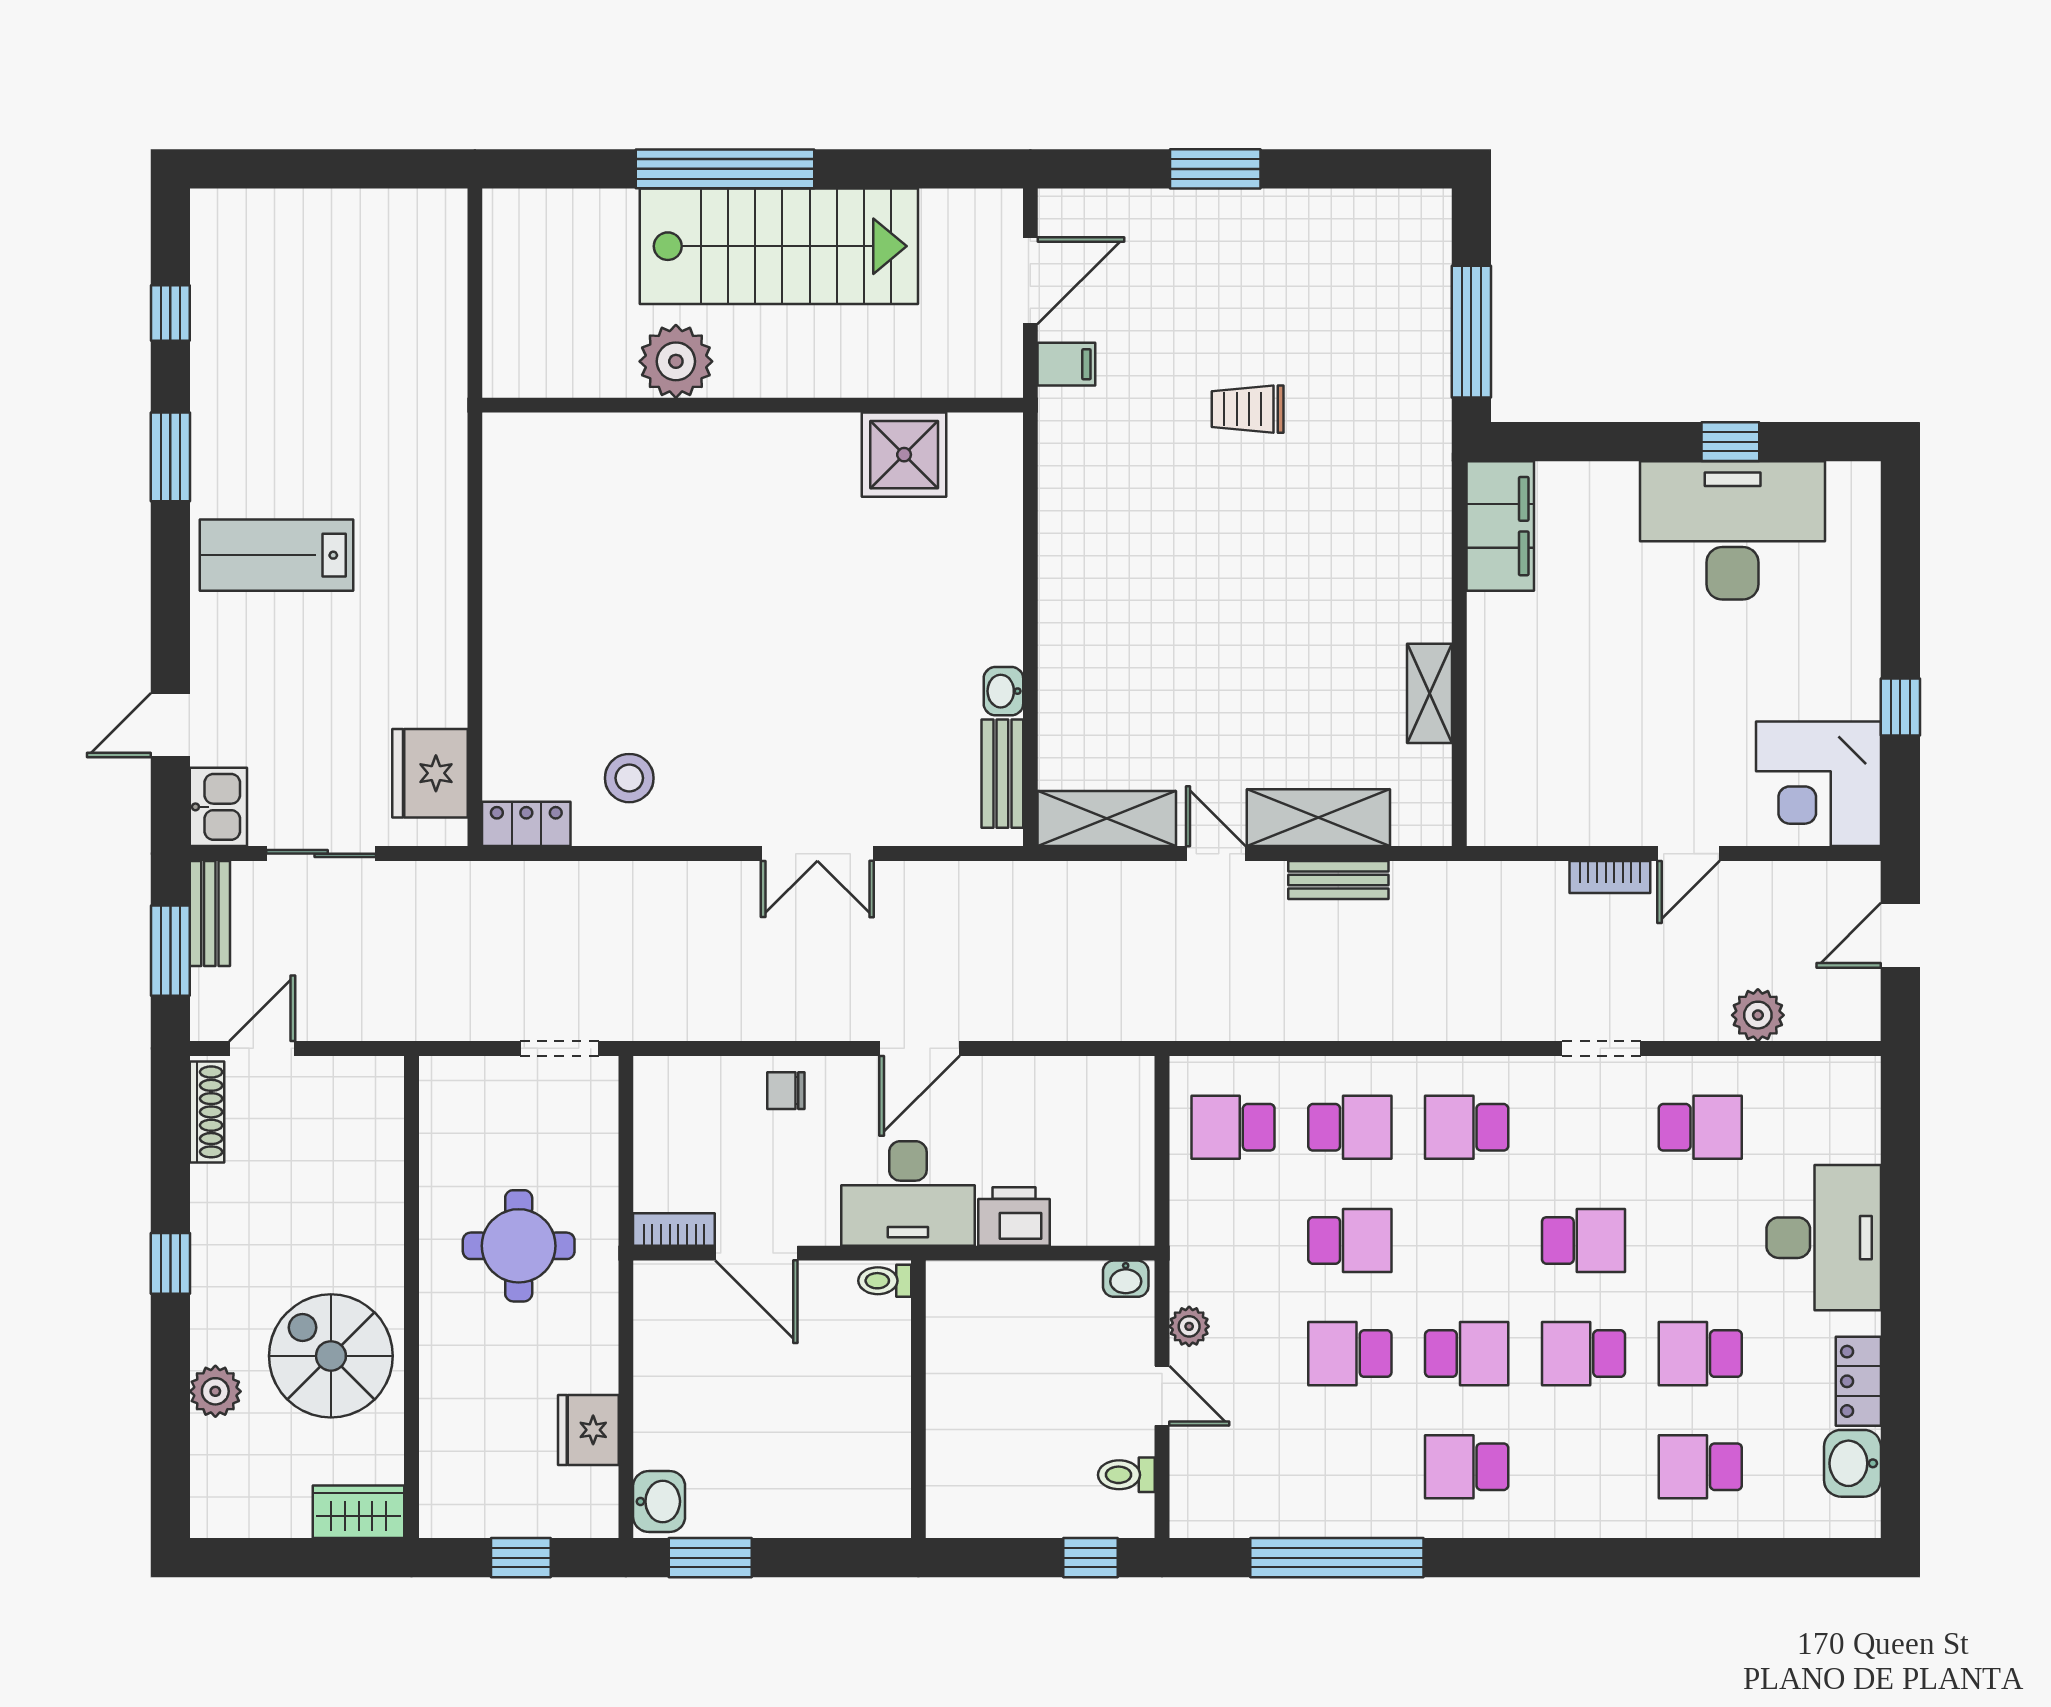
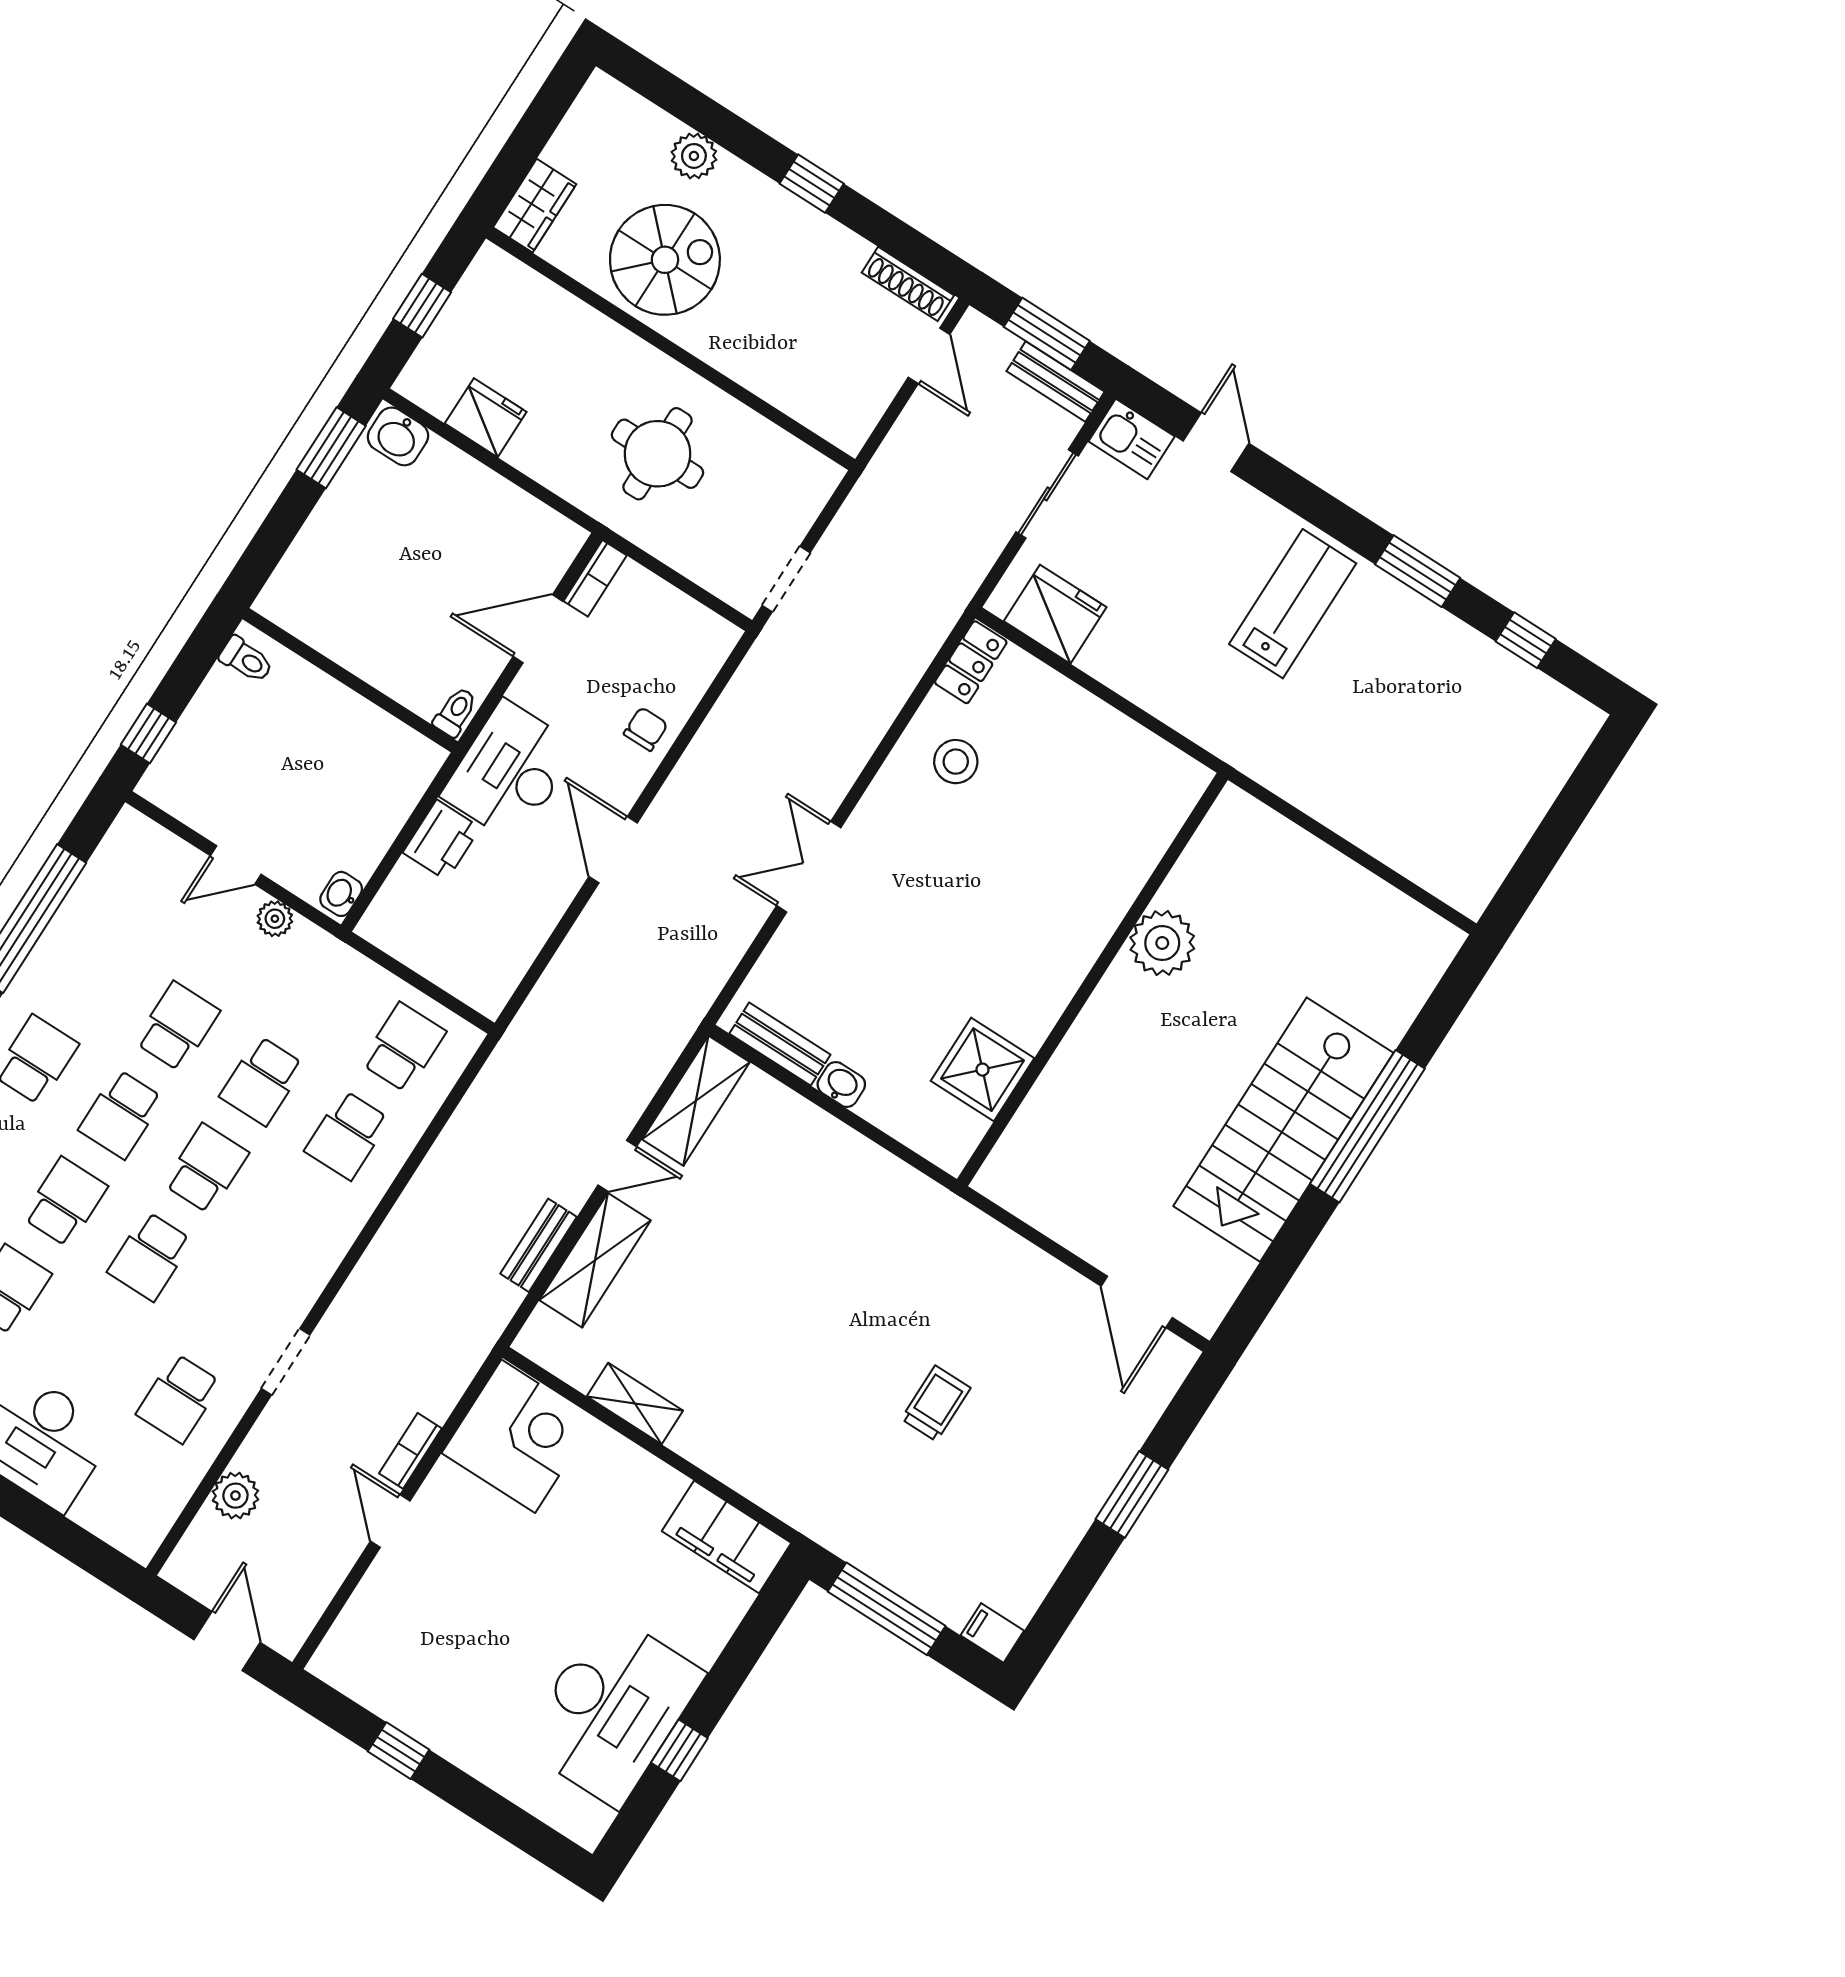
plant: (676, 361) -> (1162, 943), moved
filing cabinet: (1066, 364) -> (992, 1633), moved, turned 90
wall: (753, 405) -> (1092, 980), moved
shower: (904, 455) -> (982, 1070), moved
corner desk: (1818, 784) -> (518, 1436), moved, turned 90
school desk: (1467, 1127) -> (206, 1169), moved
toilet: (1126, 1475) -> (246, 660), moved, turned 90

